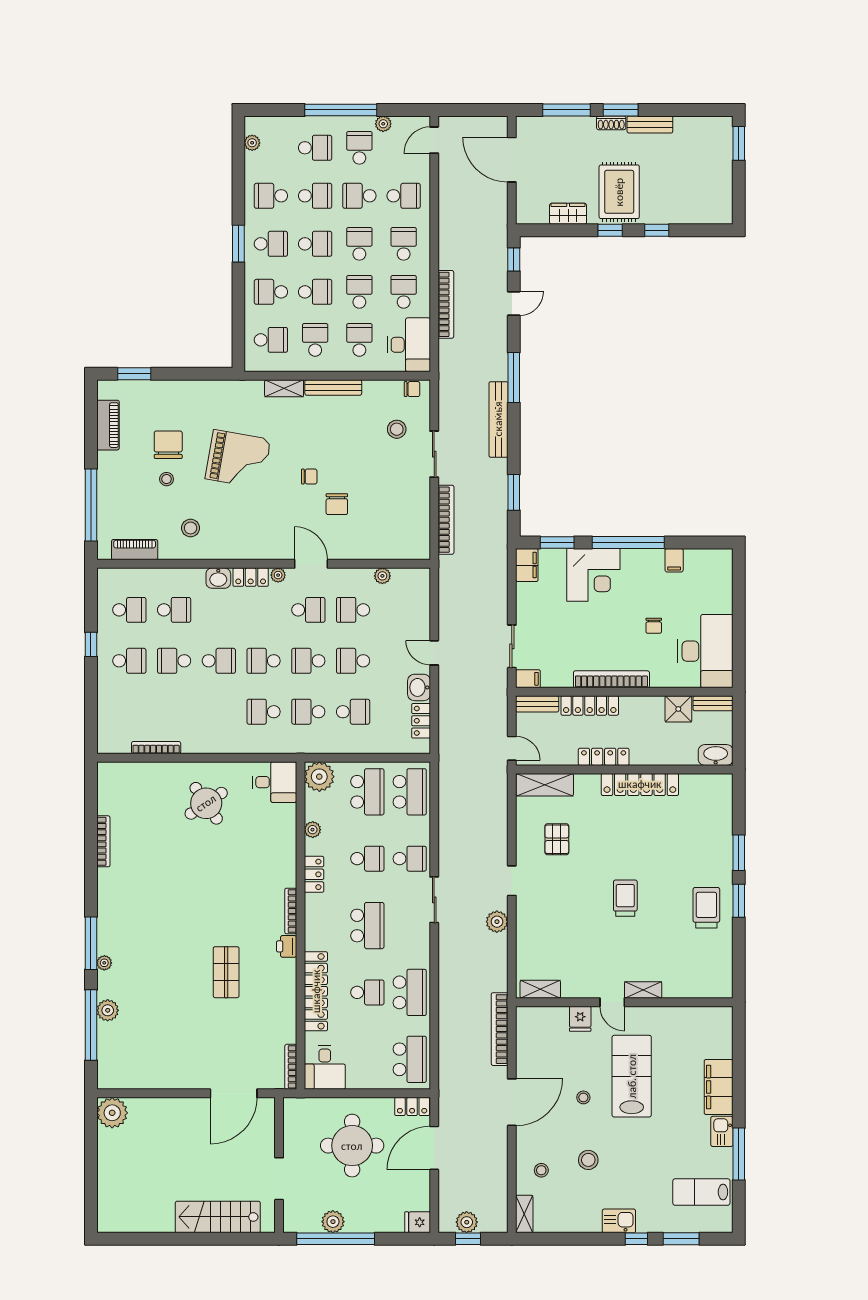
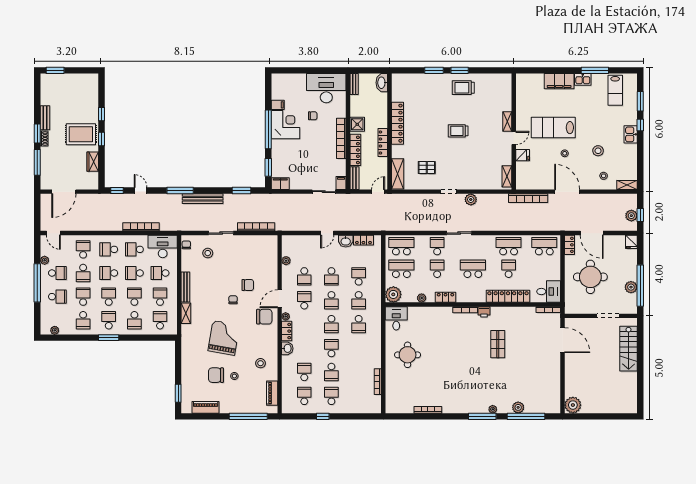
school desk: (315, 148) -> (57, 297), turned 90
school desk: (359, 148) -> (57, 273), turned 180
school desk: (315, 340) -> (160, 297), turned 90
chair: (278, 535) -> (264, 317), added
corner desk: (593, 575) -> (286, 125), moved
shower: (678, 709) -> (357, 124), moved
round table: (206, 803) -> (408, 355), turned 34
shop shelf: (226, 972) -> (498, 344), turned 90

